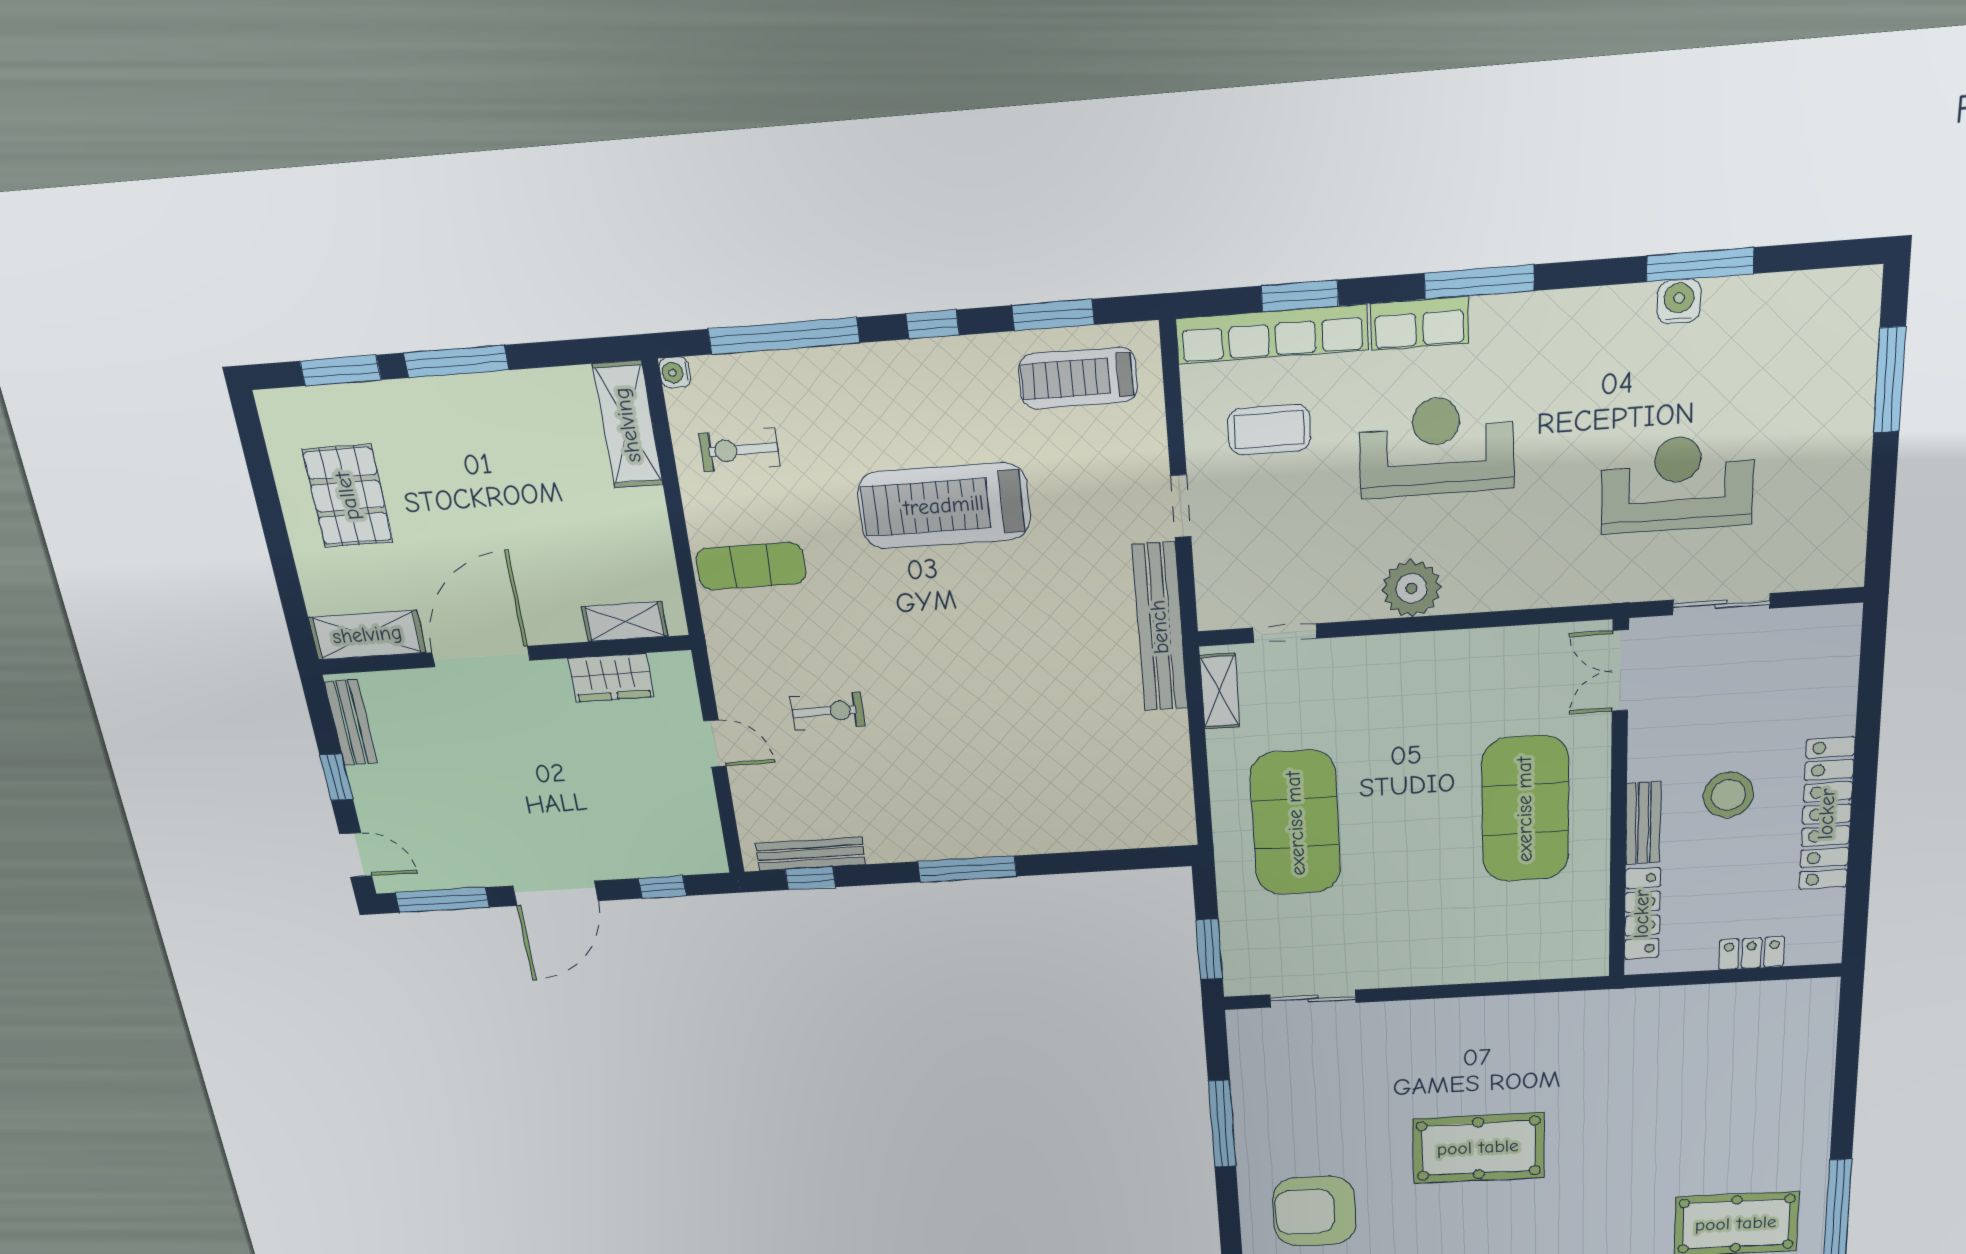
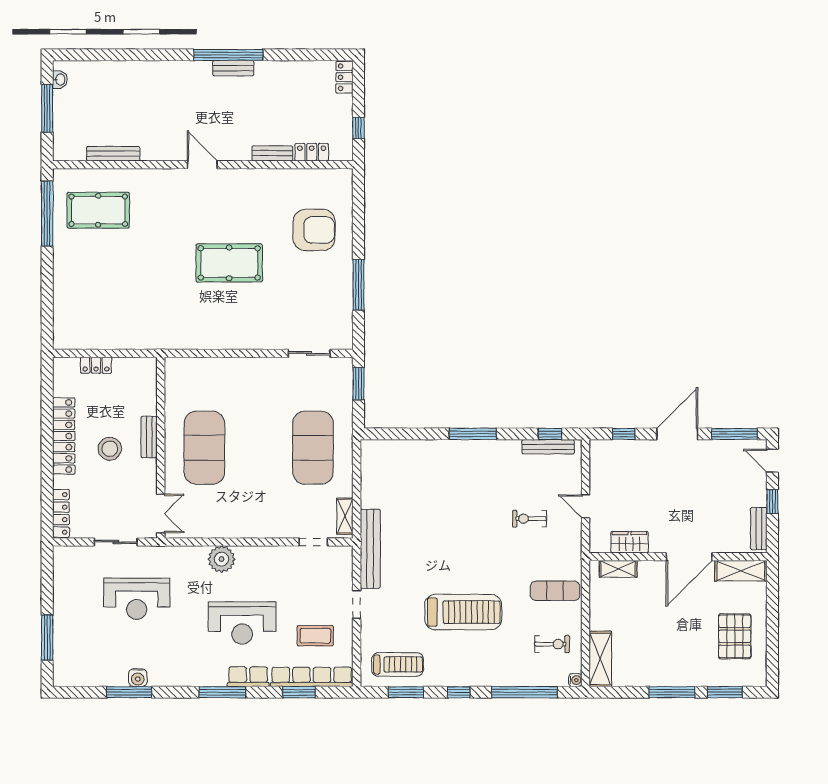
plant: (1412, 588) -> (222, 559), moved
locker: (1642, 914) -> (61, 513), moved, turned 180

